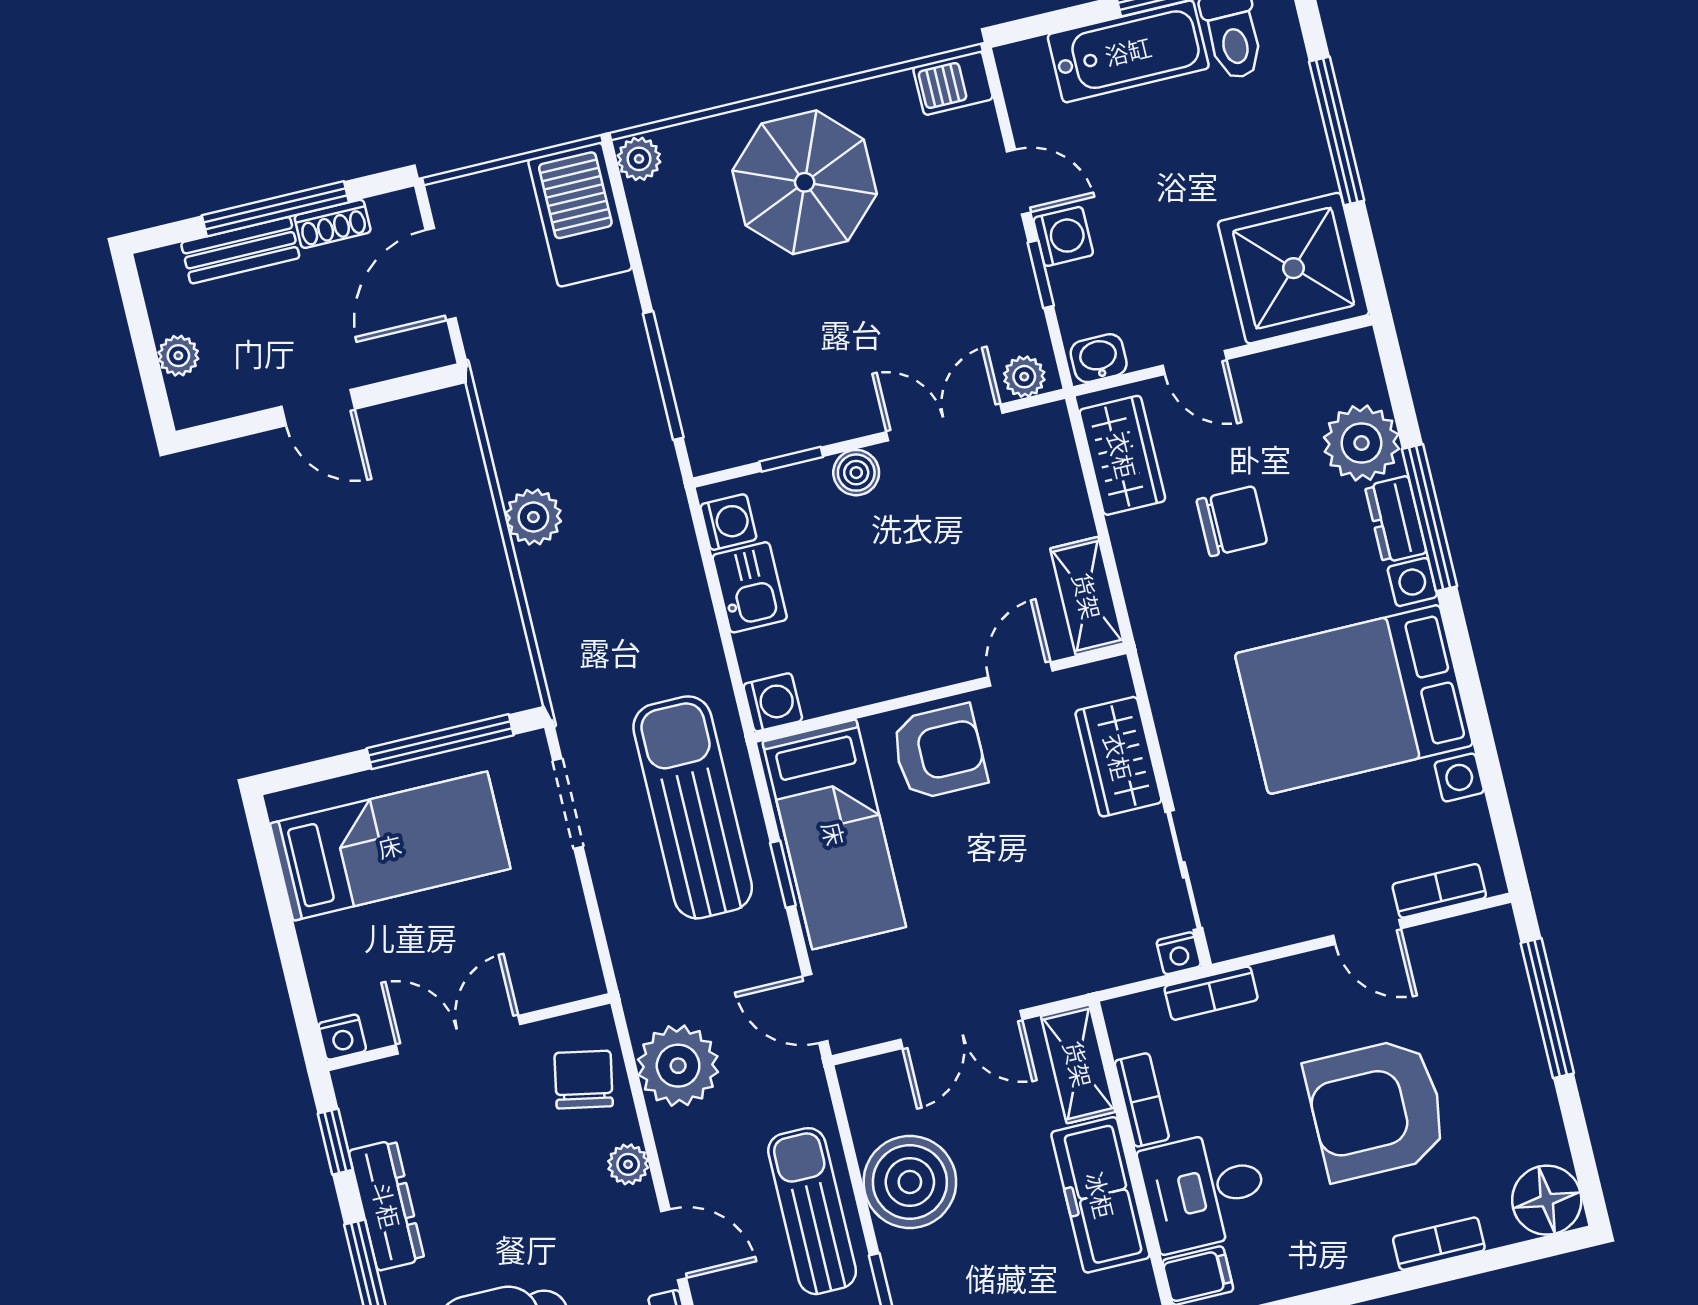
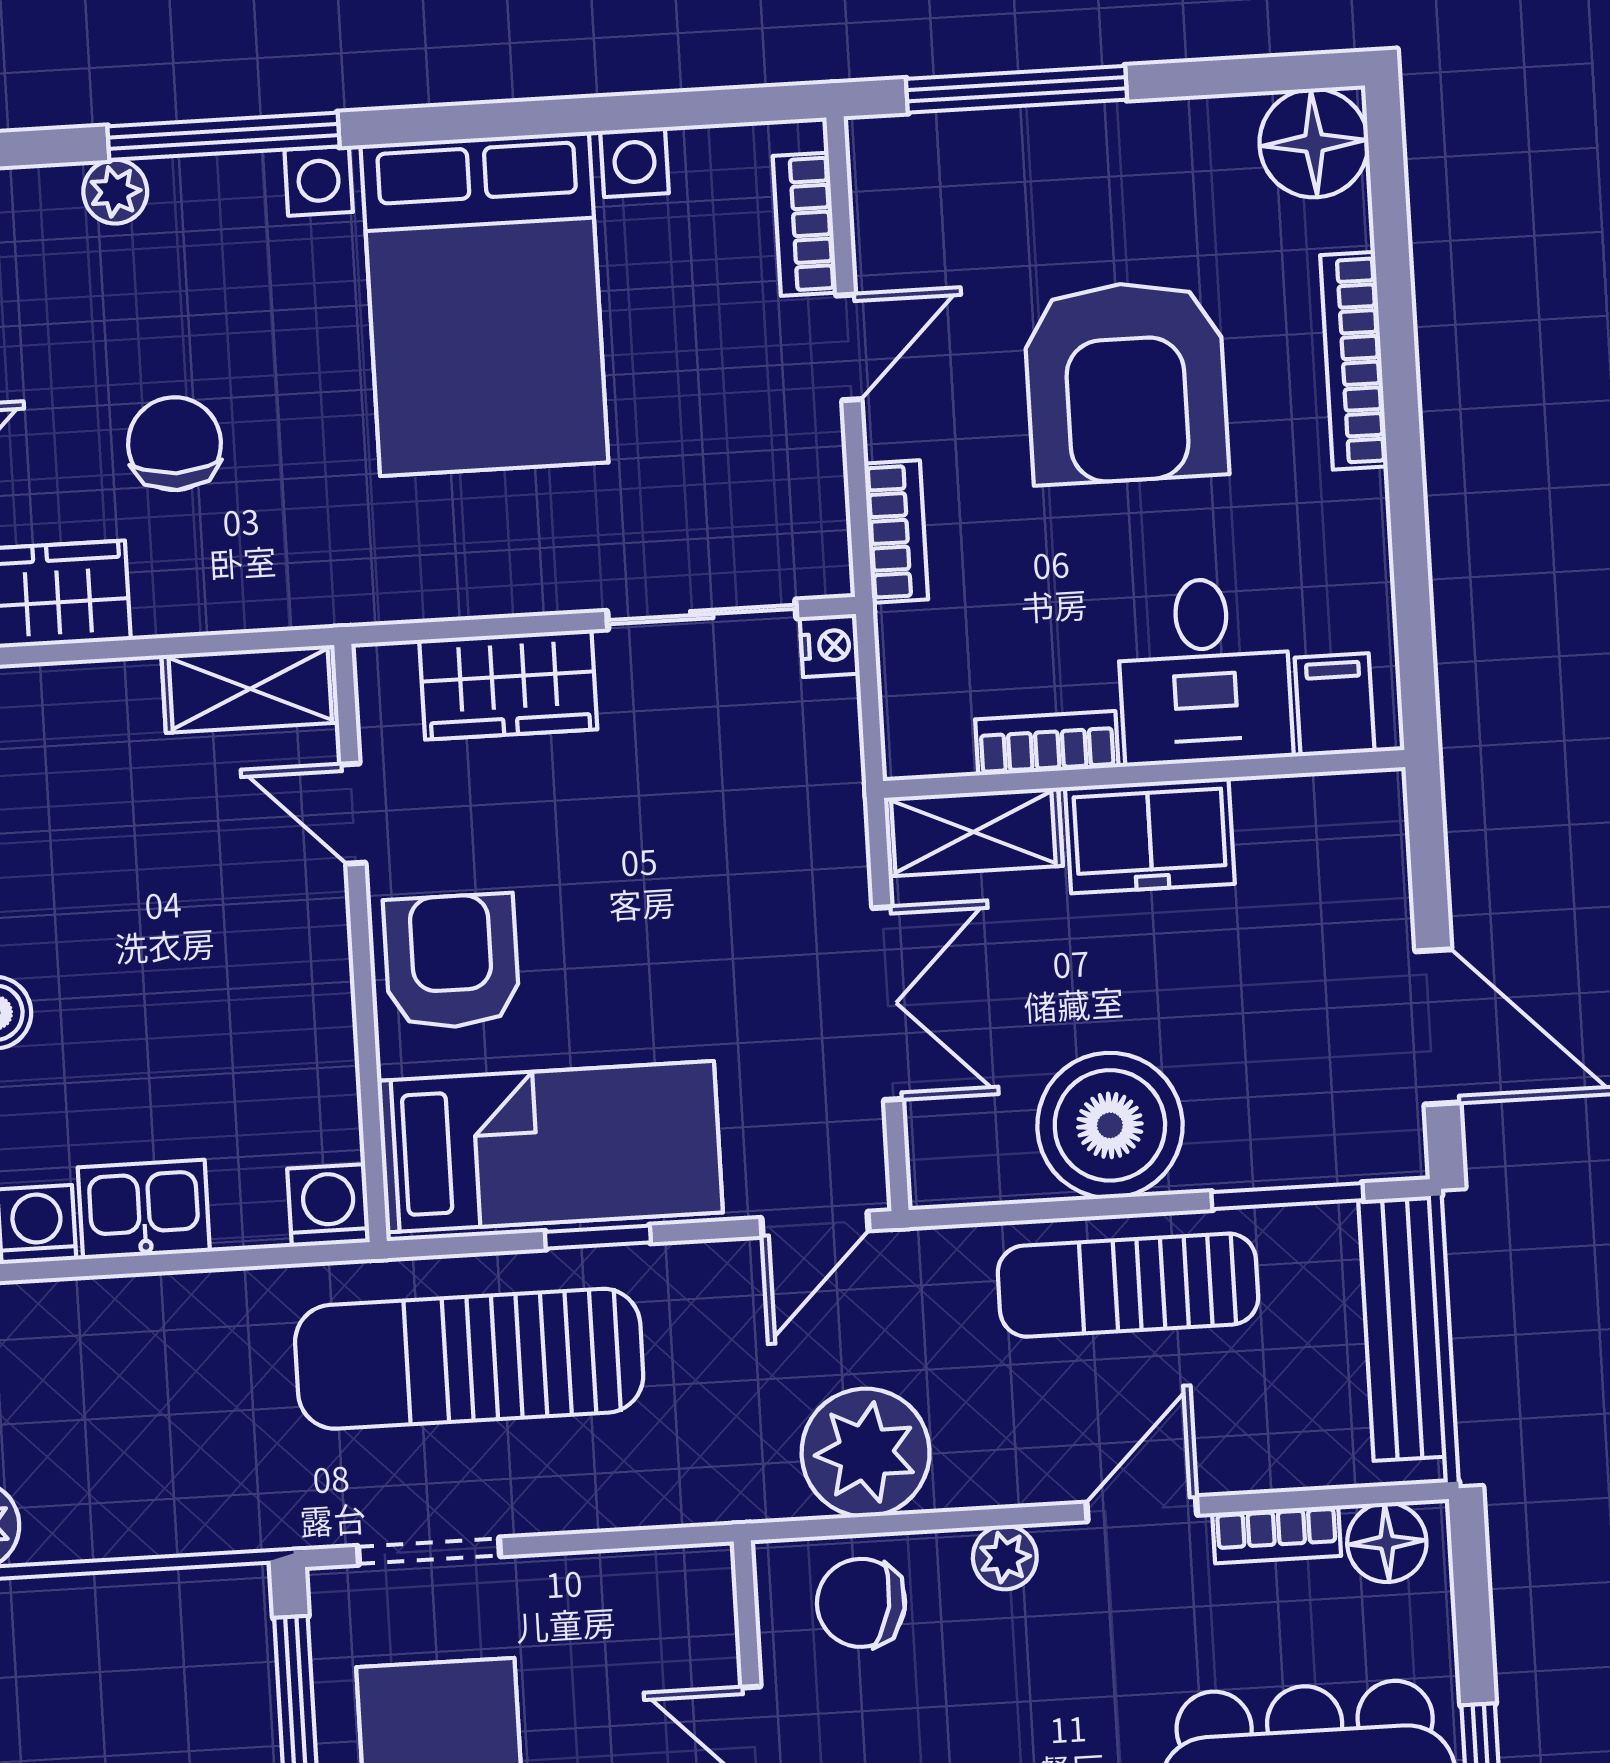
plant: (1361, 443) -> (115, 192), width x0.53, depth x0.53
dresser: (1396, 519) -> (217, 189), removed
bookcase: (1211, 993) -> (896, 531), moved
freezer: (1100, 1195) -> (1150, 835), width x0.71
bookcase: (1439, 1244) -> (1354, 361), width x1.56

